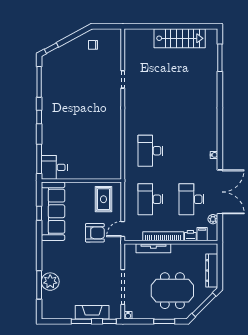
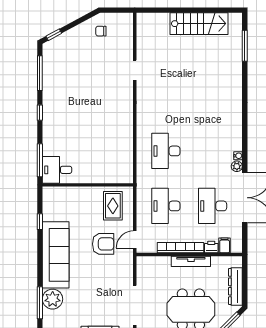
sofa: (53, 211) -> (56, 255), moved
plant: (213, 219) -> (237, 166), moved
tv unit: (153, 248) -> (191, 261), moved

